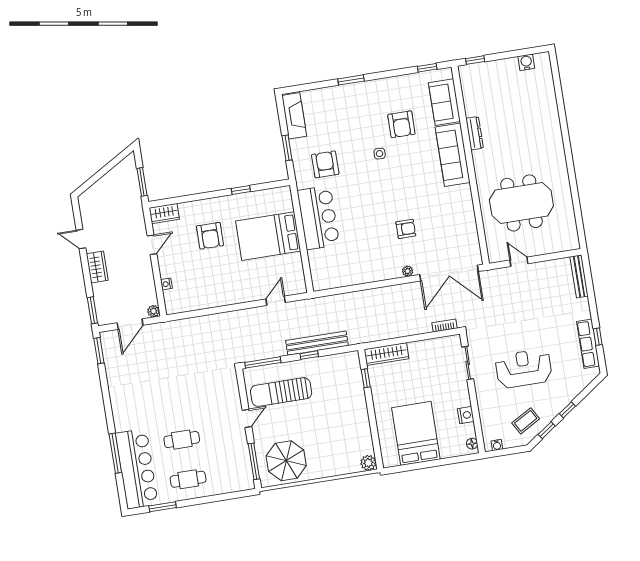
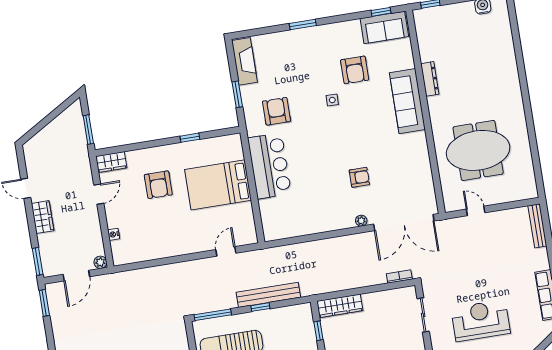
sofa: (444, 102) -> (384, 27), moved, turned -90

